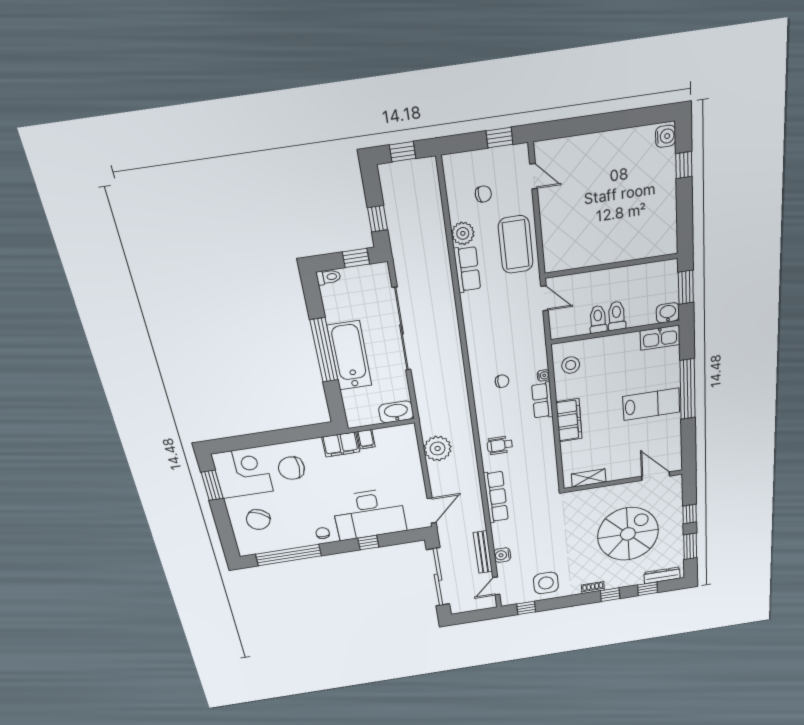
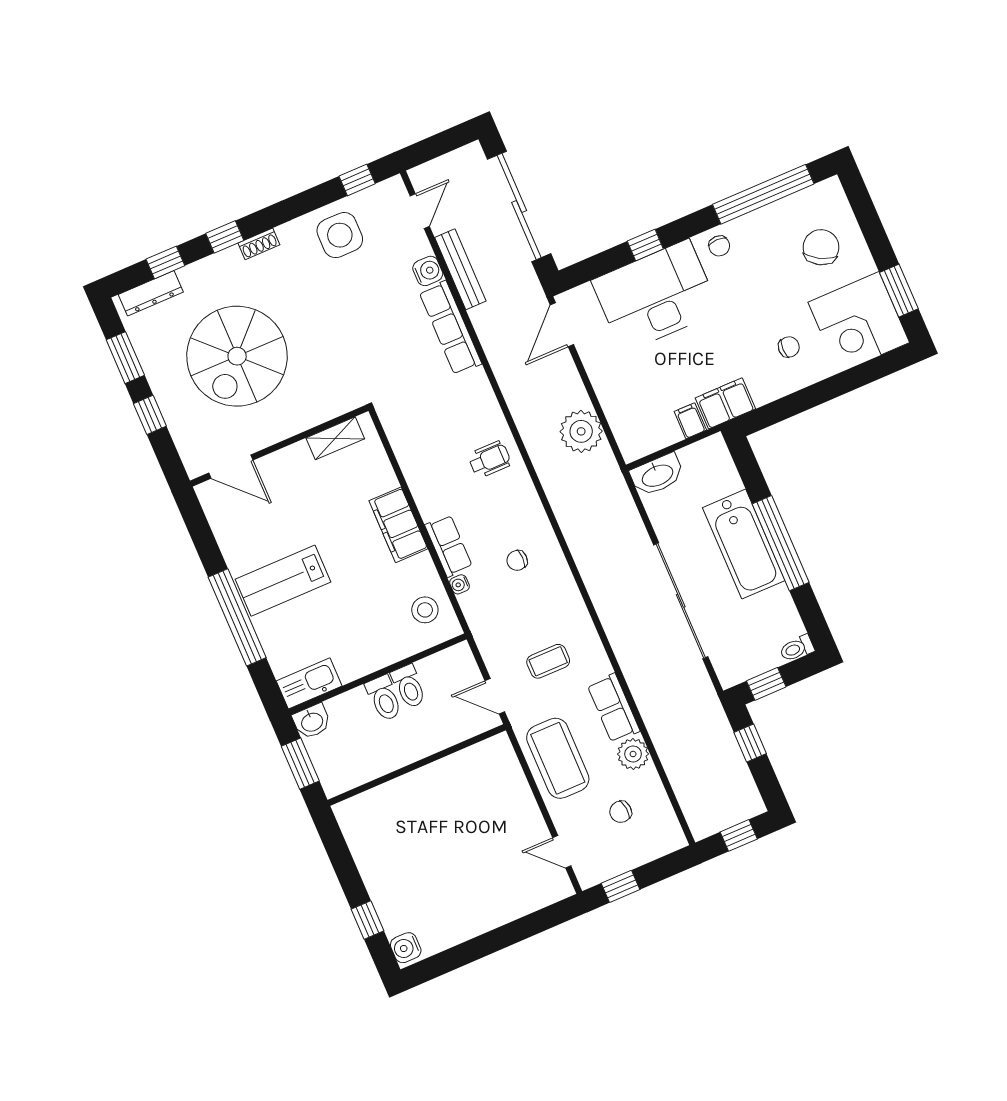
coffee table: (502, 312) -> (548, 661), added
chair: (291, 468) -> (789, 347), width x0.54, depth x0.54
row of seats: (496, 497) -> (450, 328), moved

